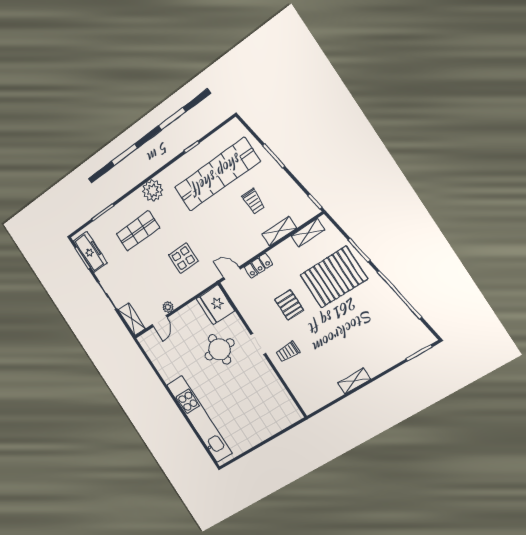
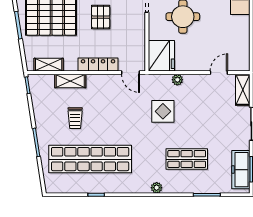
plant: (153, 191) -> (157, 188), width x0.53, depth x0.53
trolley: (253, 201) -> (75, 118), turned 180
locker: (258, 266) -> (98, 65), width x1.53
plant: (168, 307) -> (177, 80), moved

